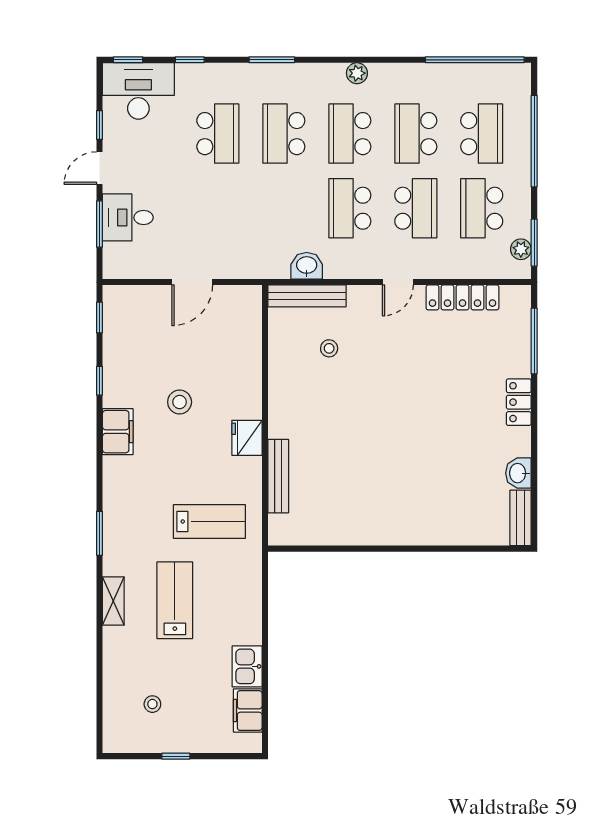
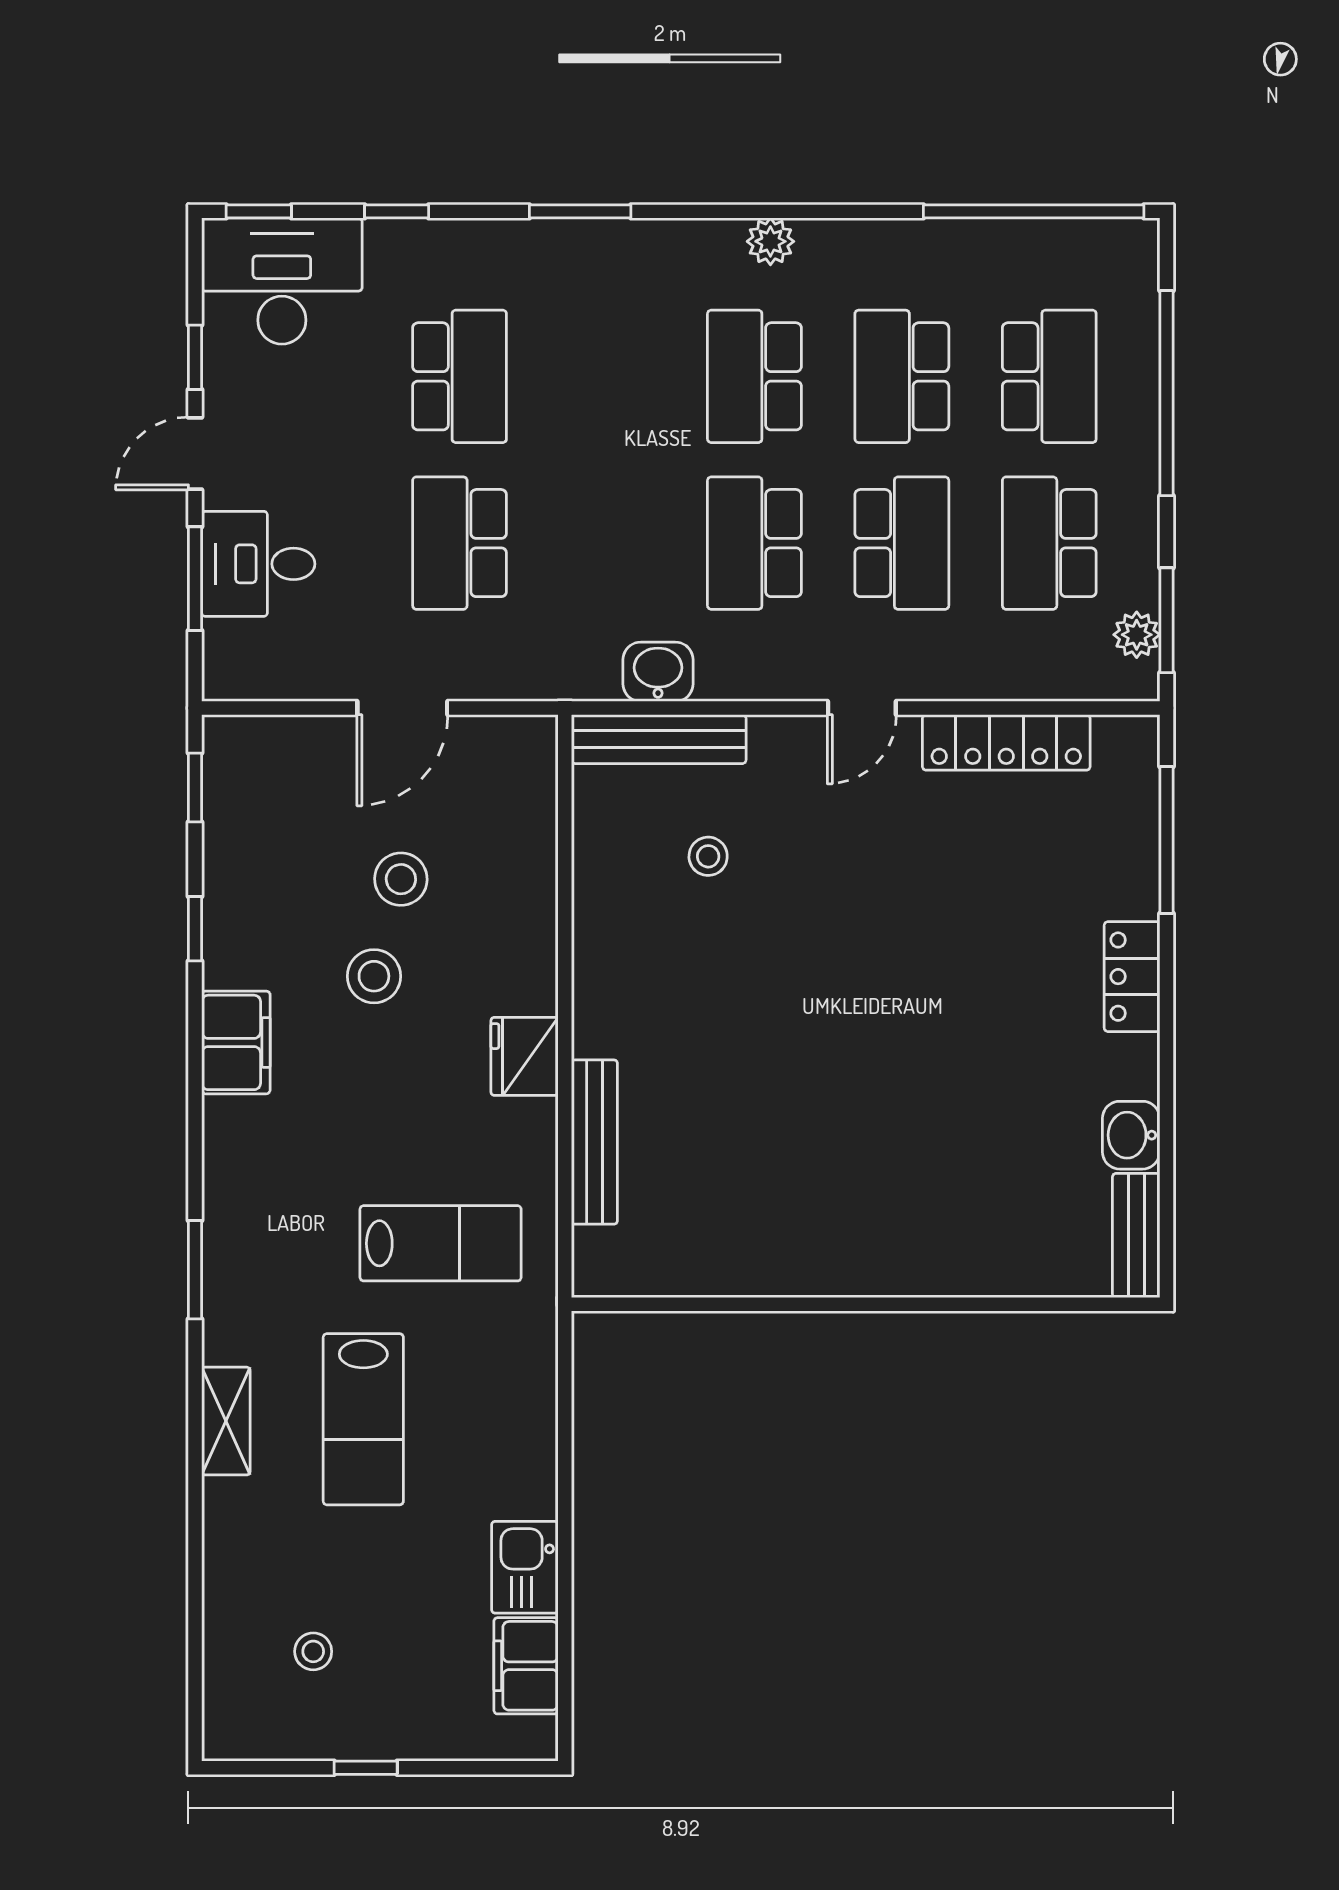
school desk: (284, 134) -> (460, 543), moved
stool: (192, 359) -> (401, 879), added
lab bench: (175, 600) -> (363, 1419), turned 180

